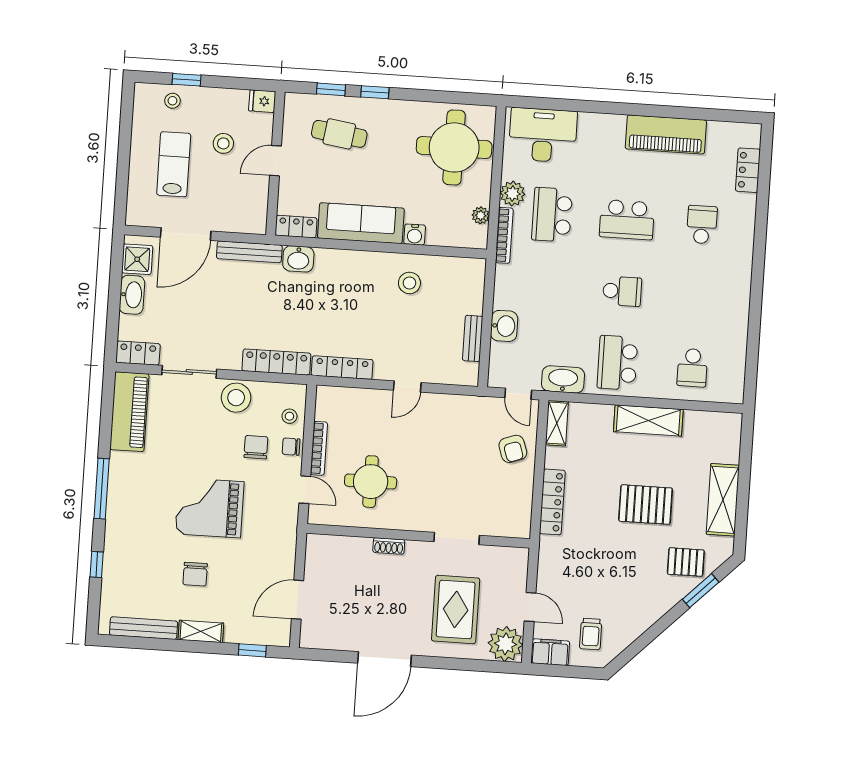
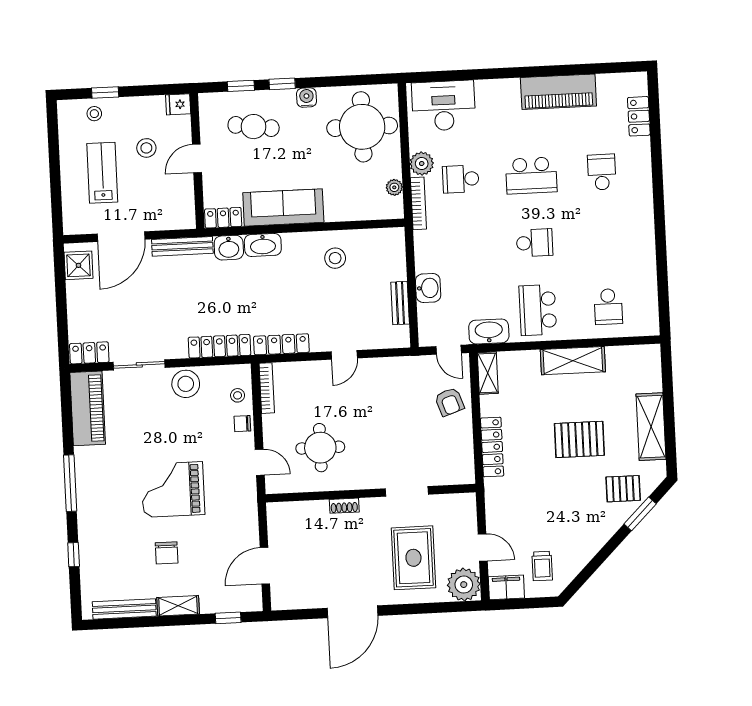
school desk: (552, 215) -> (461, 179), width x0.54
water cooler: (415, 235) -> (307, 98), moved, turned 180
washbasin: (132, 295) -> (263, 245), moved, turned 90
chair: (256, 447) -> (210, 428), removed
bookcase: (319, 448) -> (267, 388), moved

